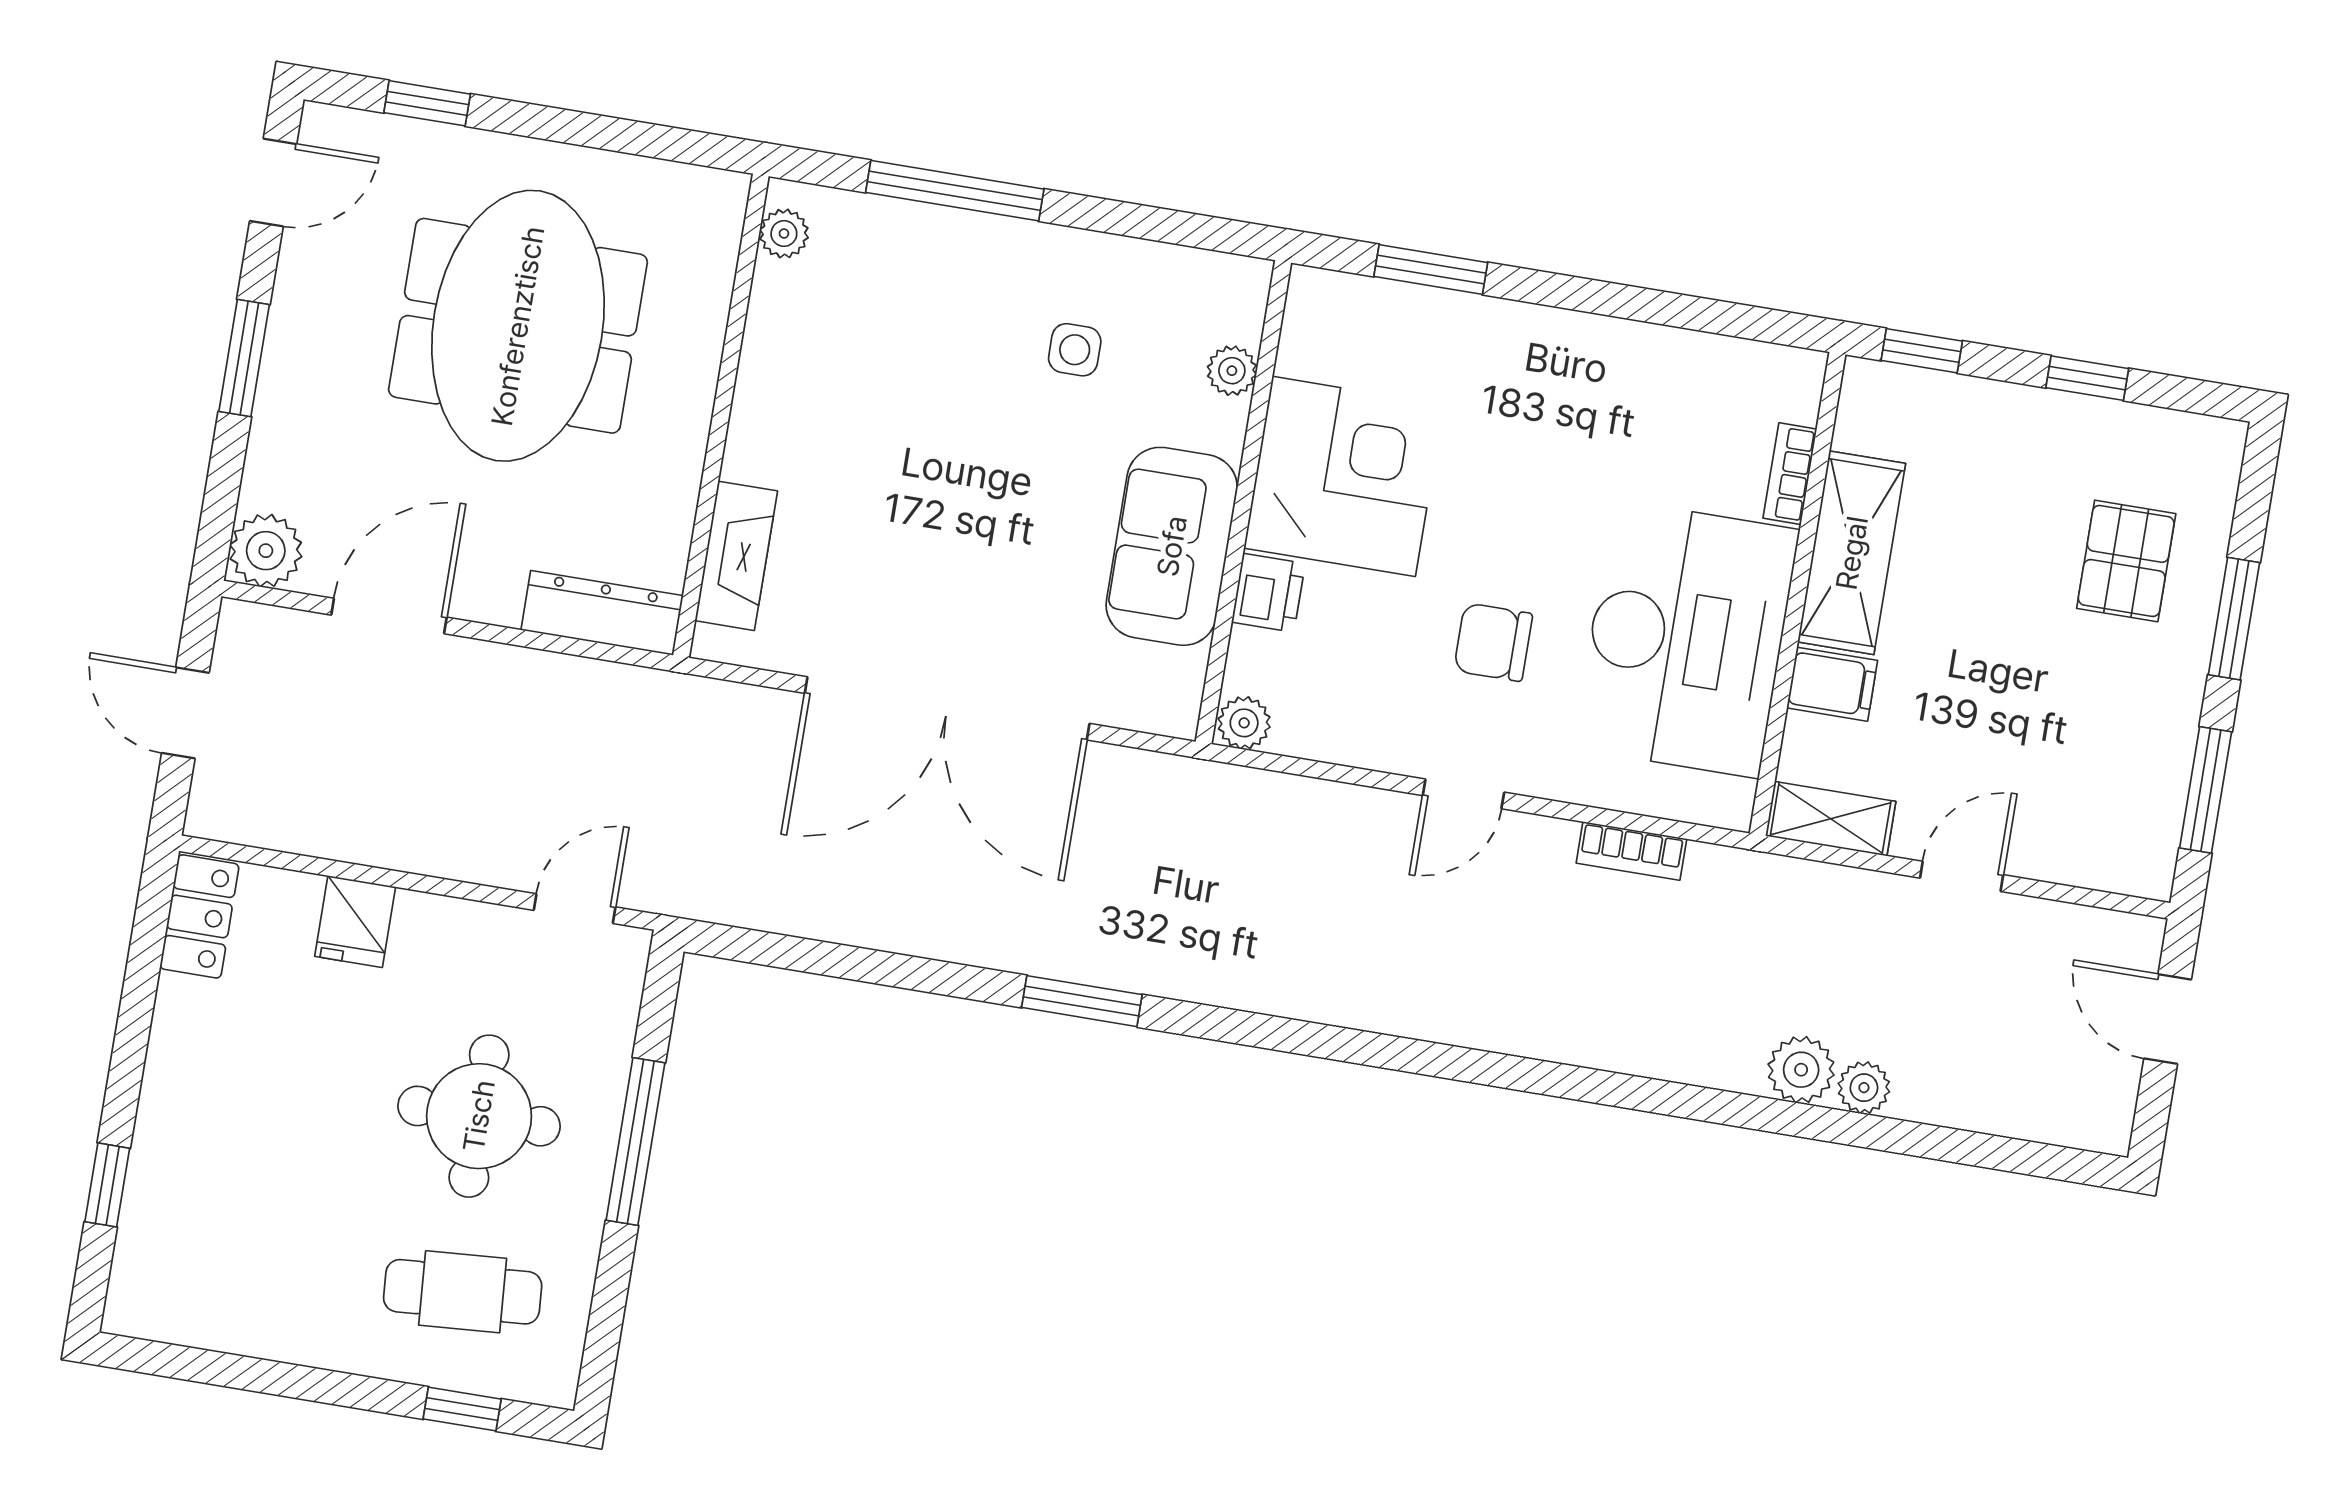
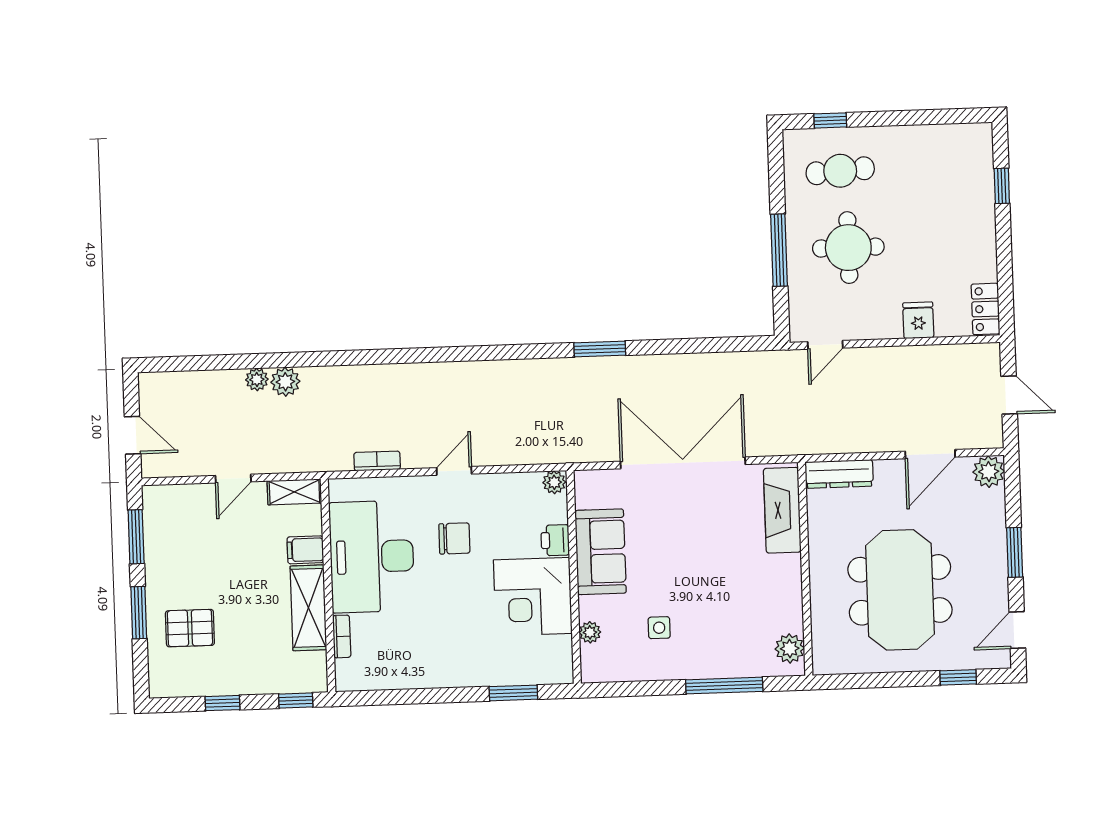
plant: (784, 234) -> (790, 648), width x1.38, depth x1.38
fireplace: (736, 556) -> (782, 510), width x1.37, depth x1.32
pallet: (2126, 561) -> (190, 628), turned 90

